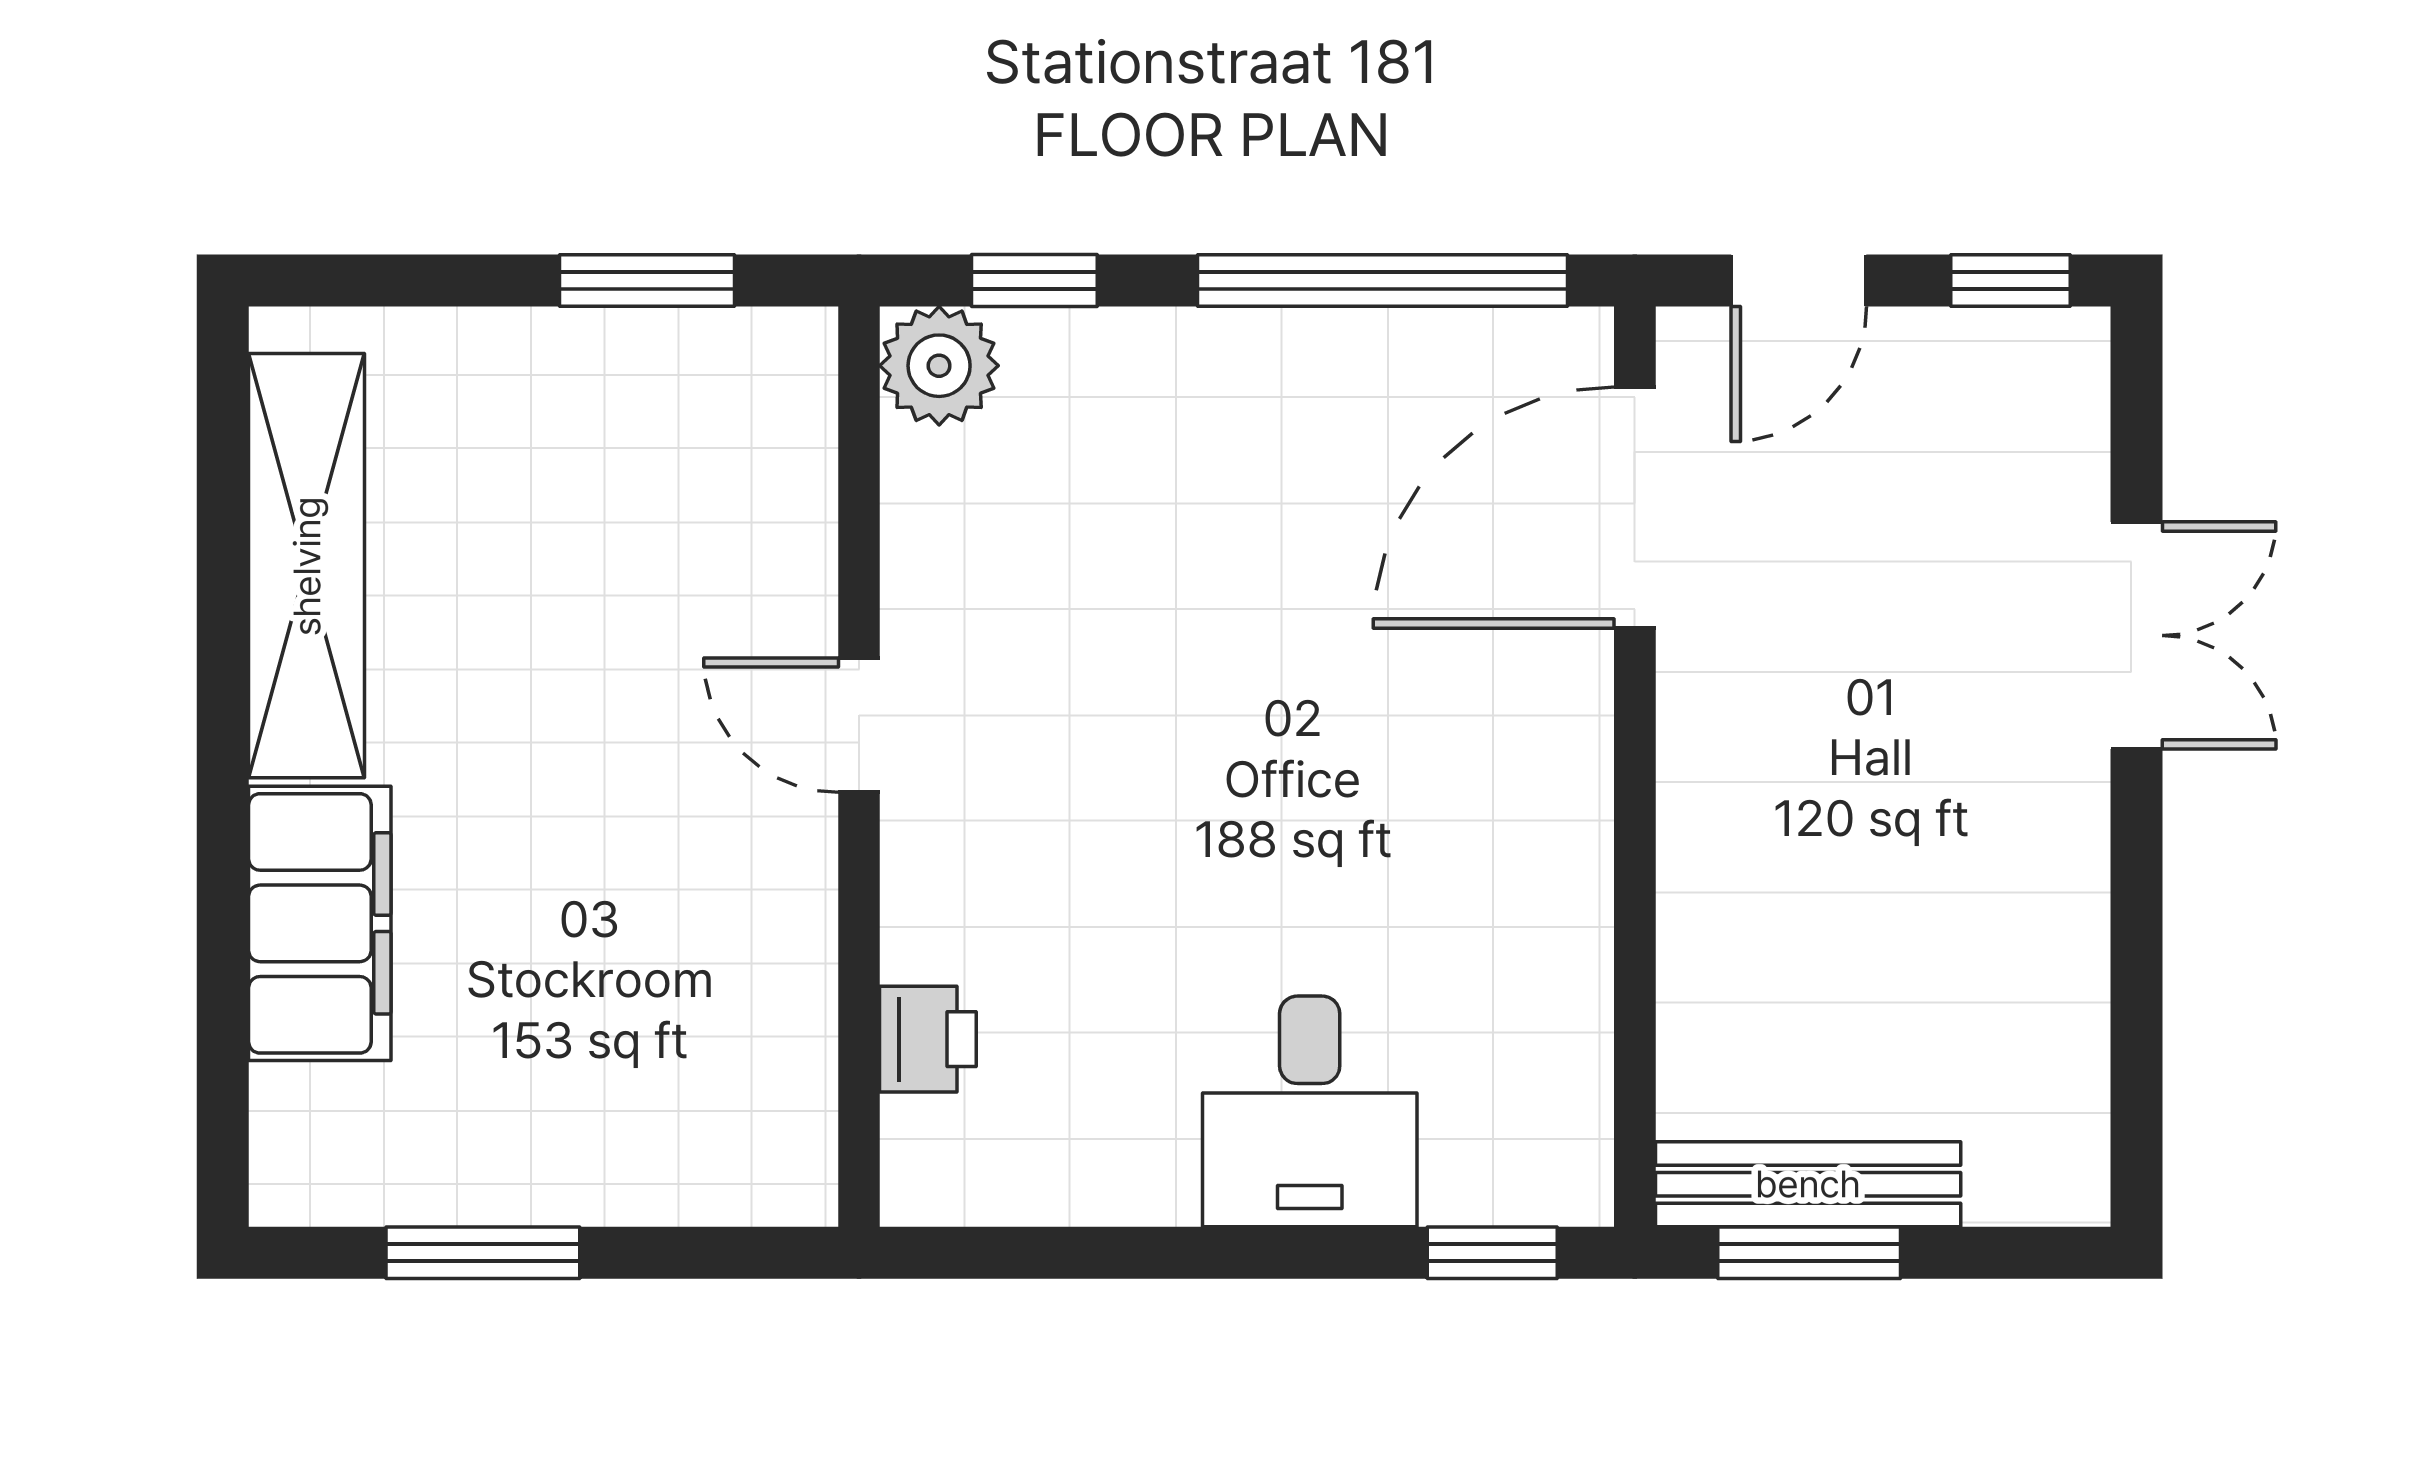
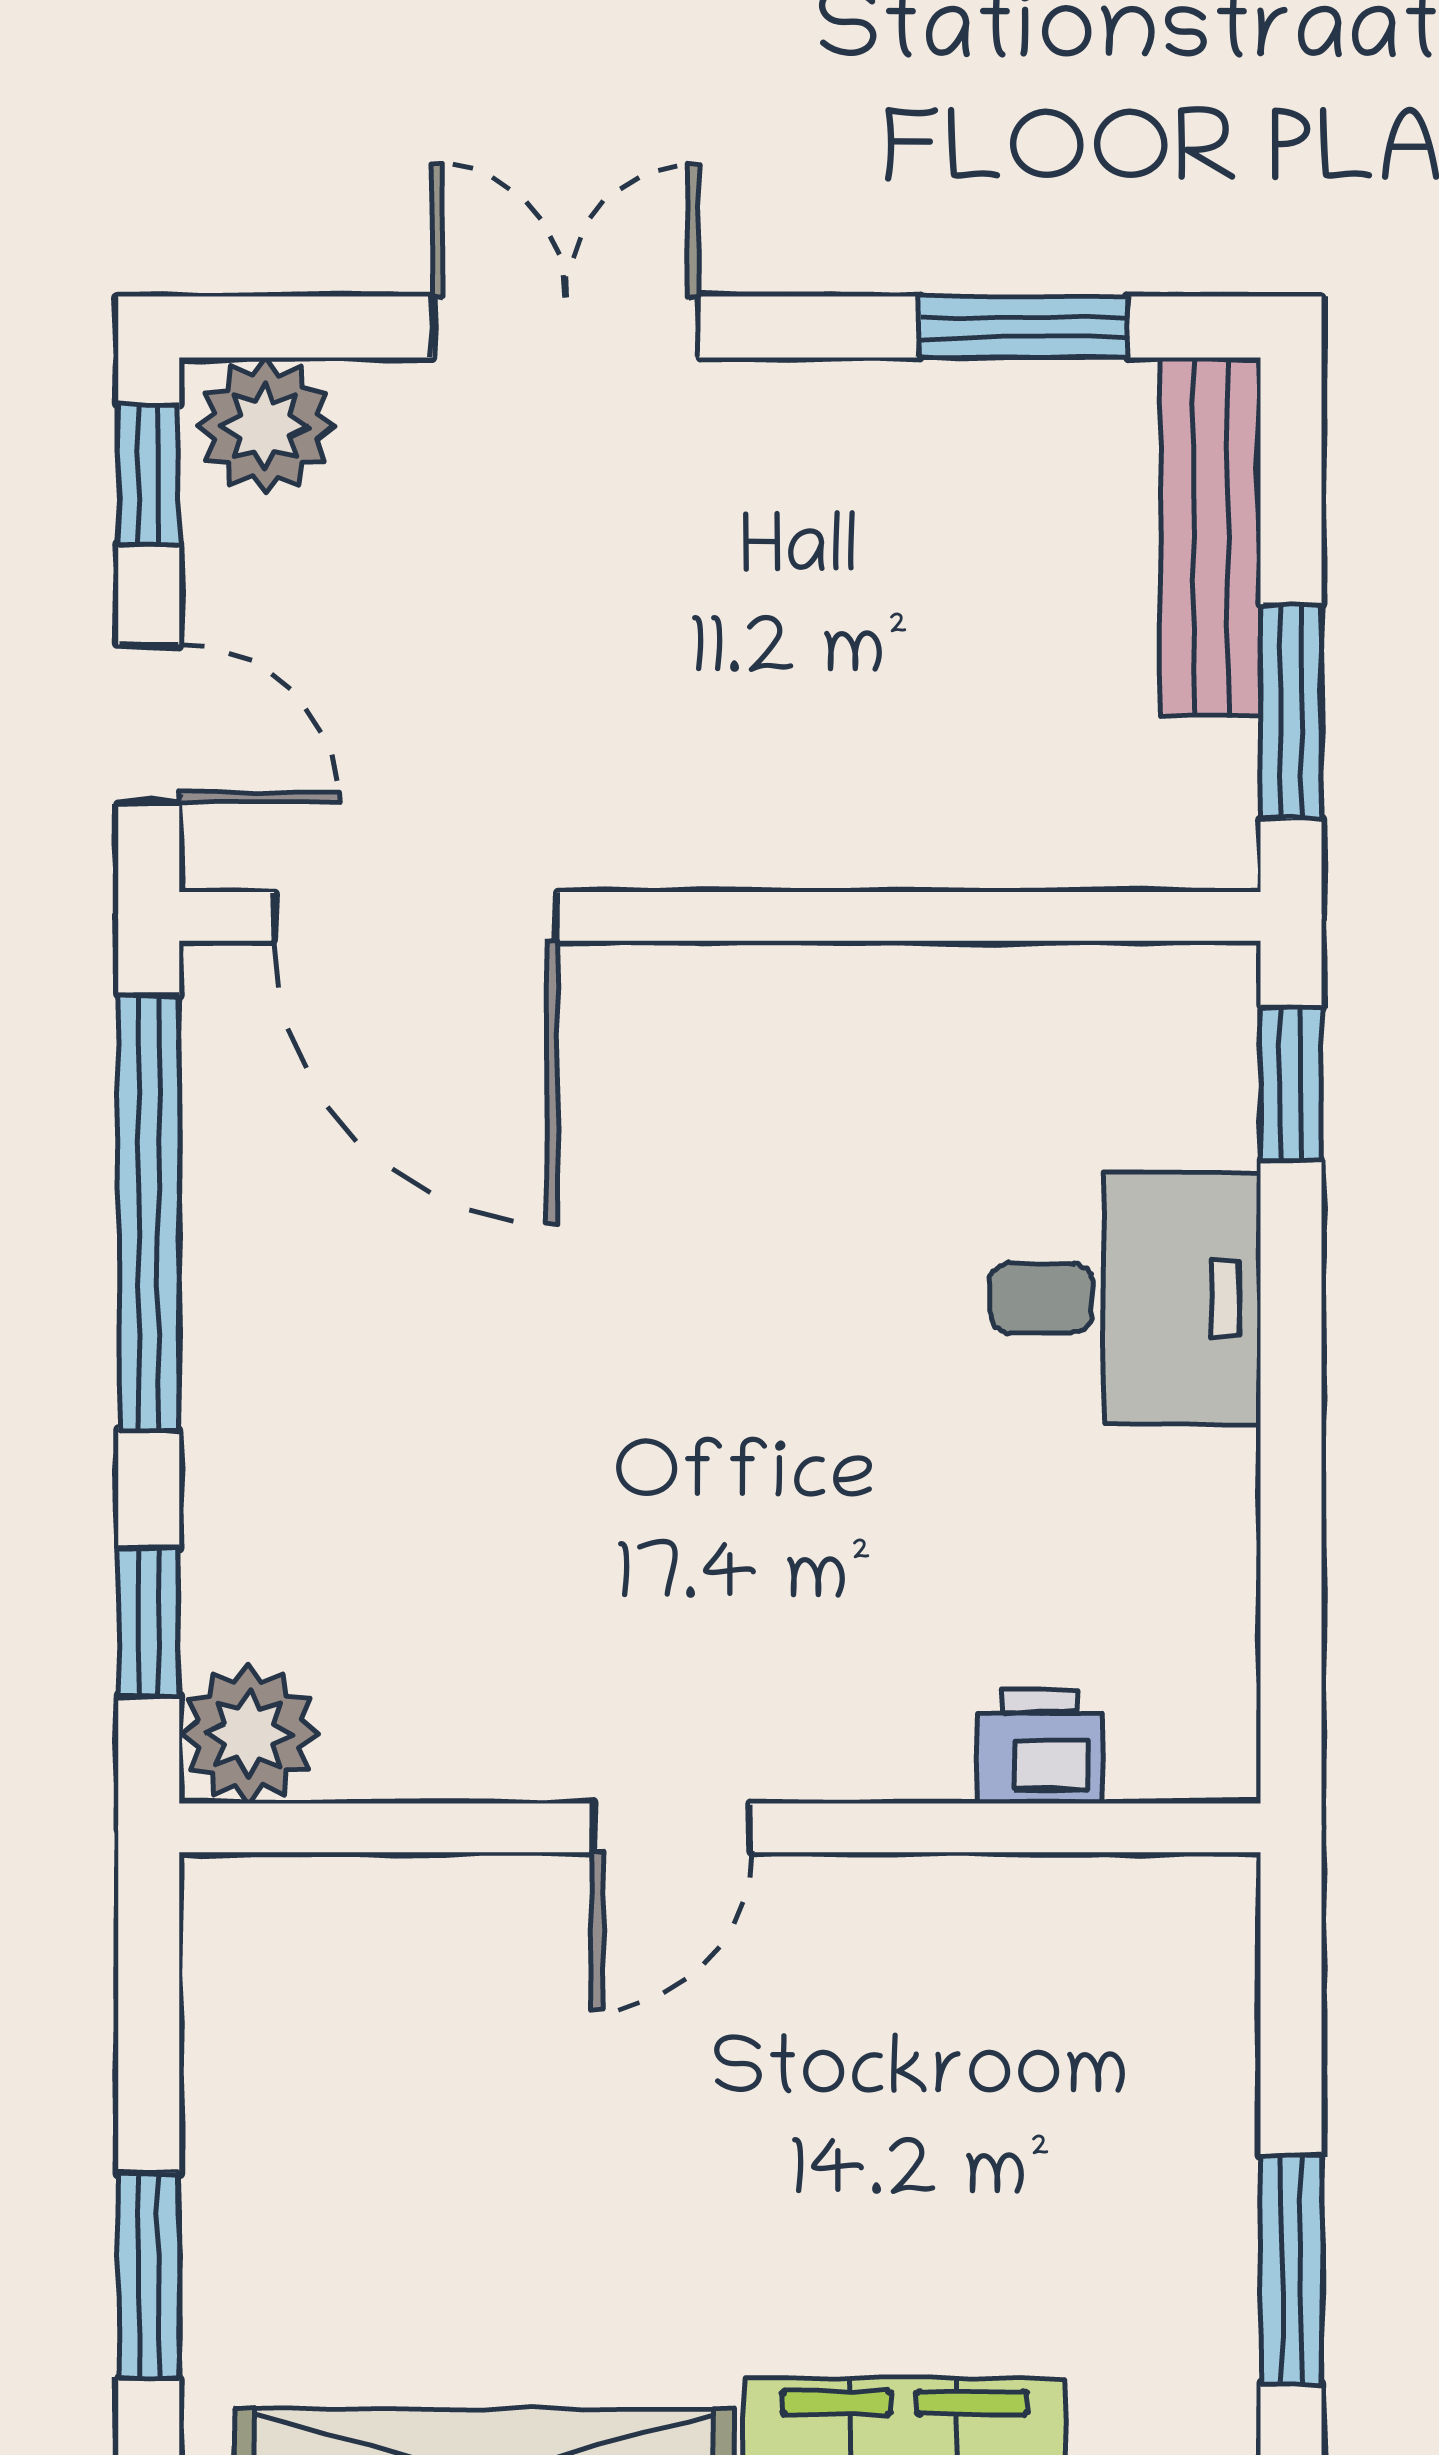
window: (647, 281) -> (149, 2276), moved
plant: (2052, 380) -> (265, 426), added
window: (2136, 1025) -> (1023, 327), added
bench: (1808, 1184) -> (1210, 537), moved

